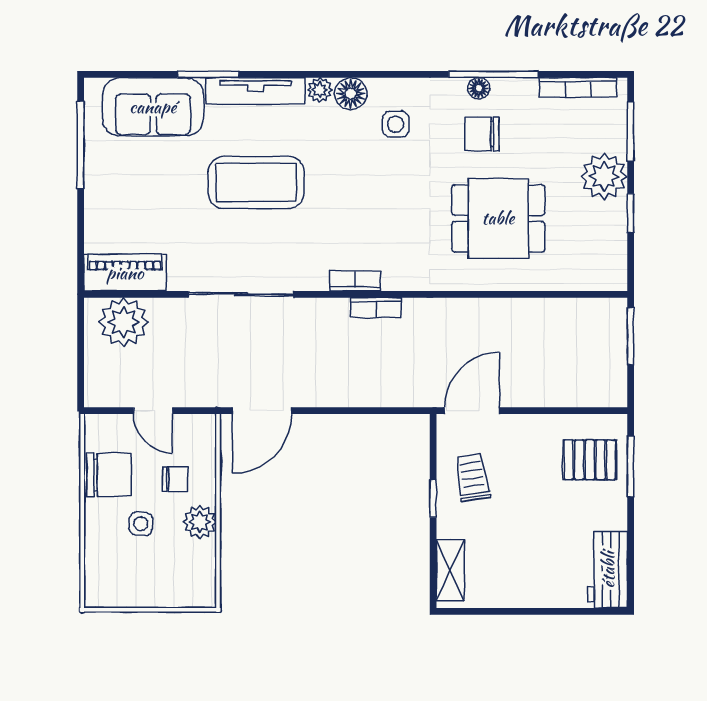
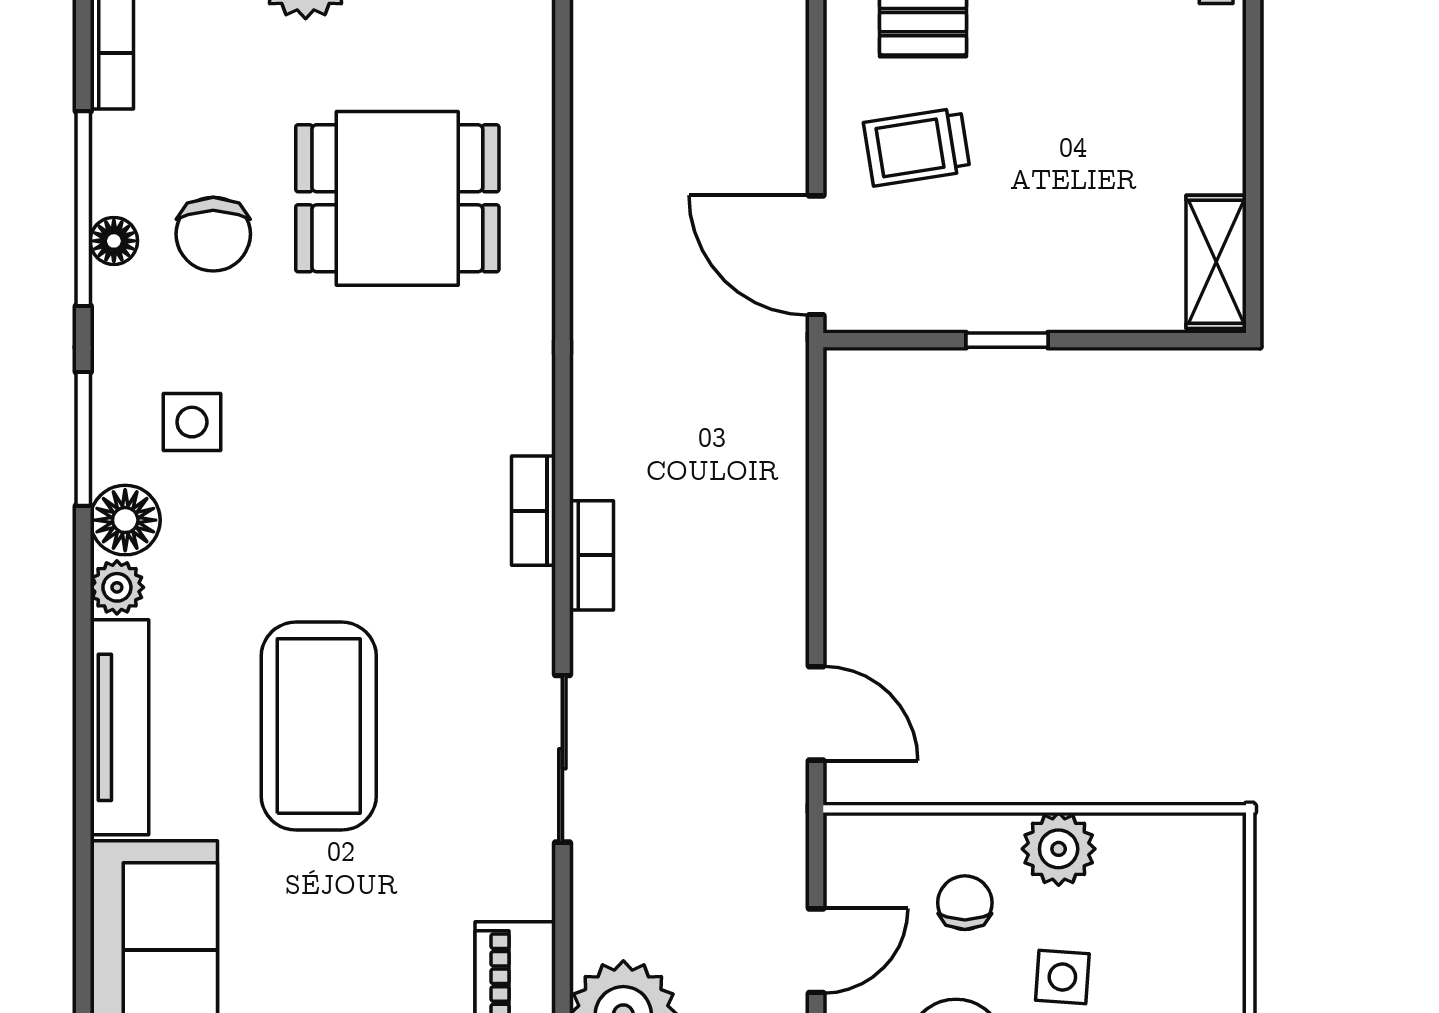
window: (208, 74) -> (83, 439), moved
dining table: (498, 218) -> (397, 198), turned 90
sliding door: (241, 294) -> (562, 759), width x0.73
bookcase: (376, 308) -> (591, 555), moved
door: (262, 411) -> (816, 713), width x0.73
trolley: (472, 477) -> (917, 147), moved
shelving: (450, 570) -> (1216, 262), moved, turned 90

